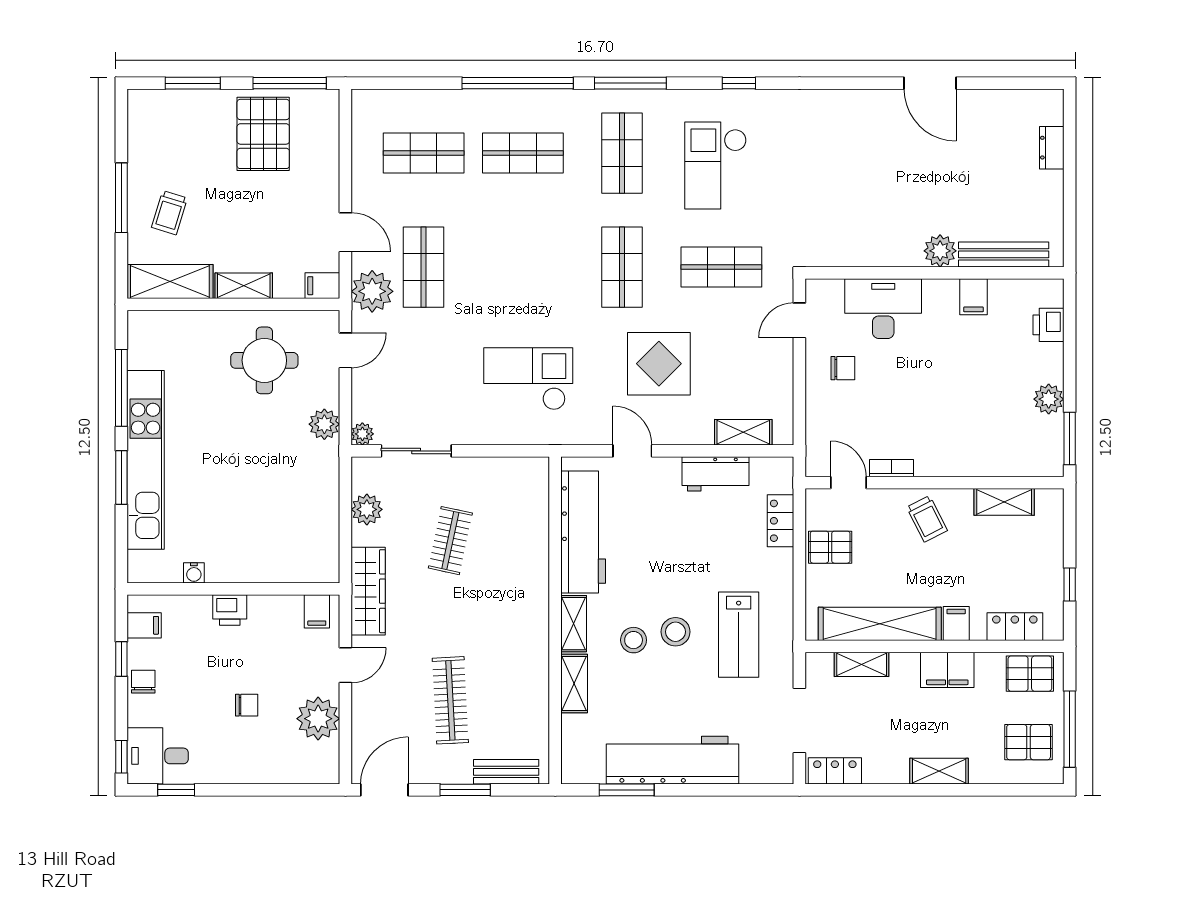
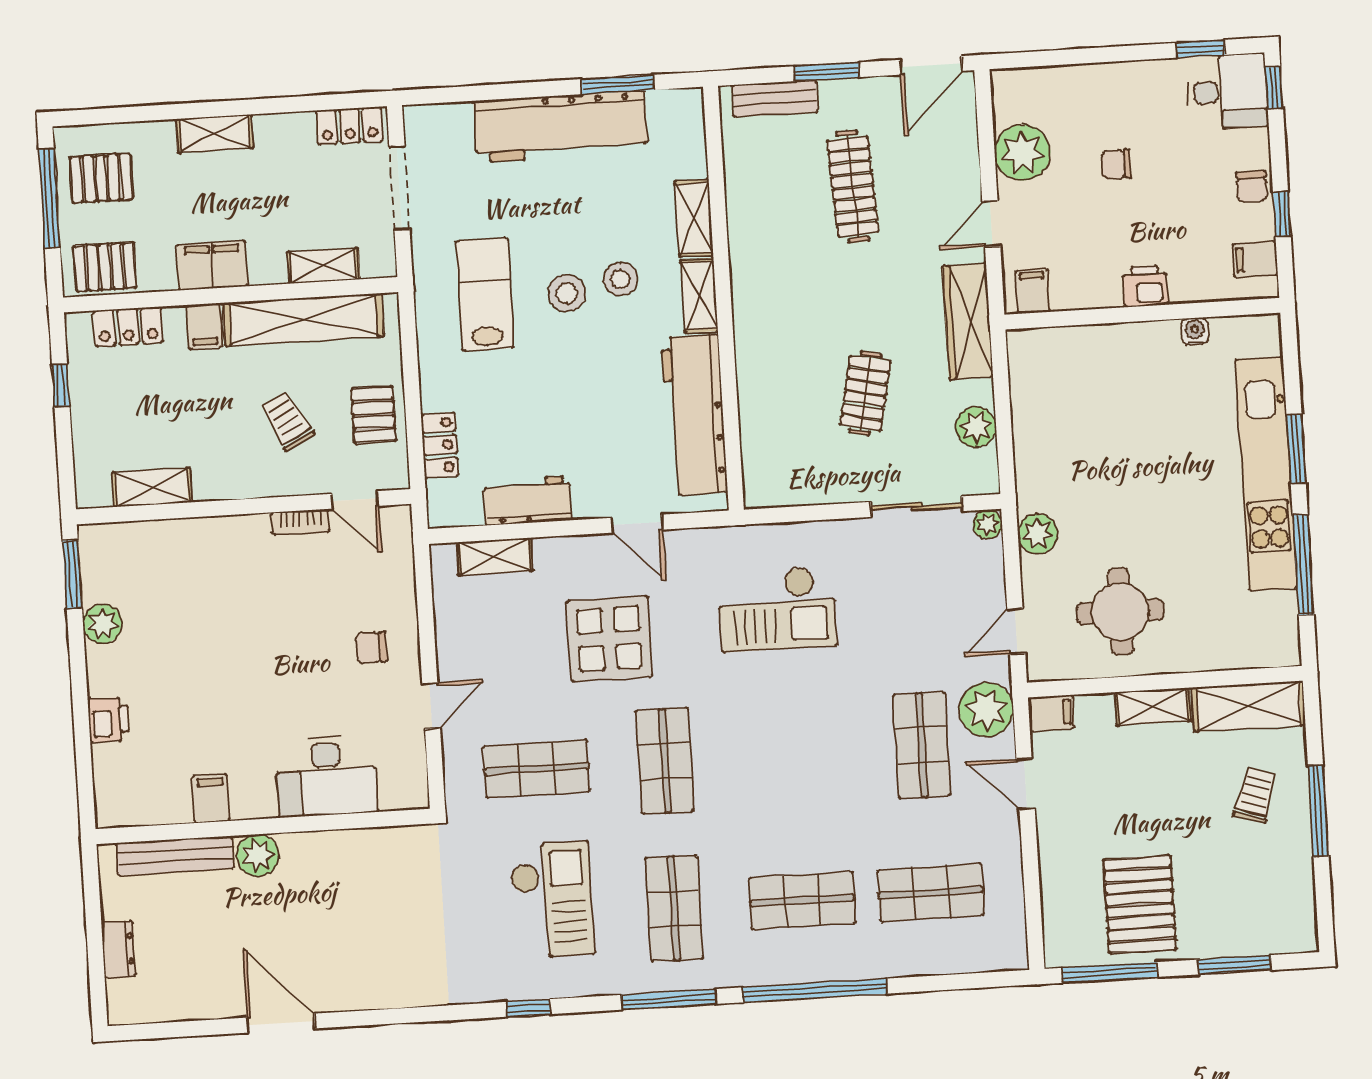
plant: (940, 251) -> (258, 855), moved
bench: (1004, 254) -> (175, 856), moved
wall: (934, 273) -> (263, 826), moved
filing cabinet: (973, 297) -> (211, 799), moved
desk: (883, 309) -> (327, 776), moved
trolley: (927, 519) -> (287, 421), moved
pallet: (830, 547) -> (373, 415), turned 90

